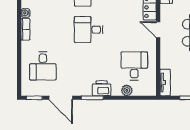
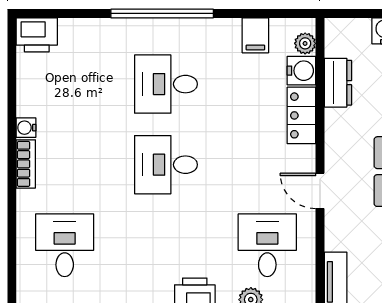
door: (158, 30) -> (320, 191), moved
desk: (43, 66) -> (65, 245), turned 180

